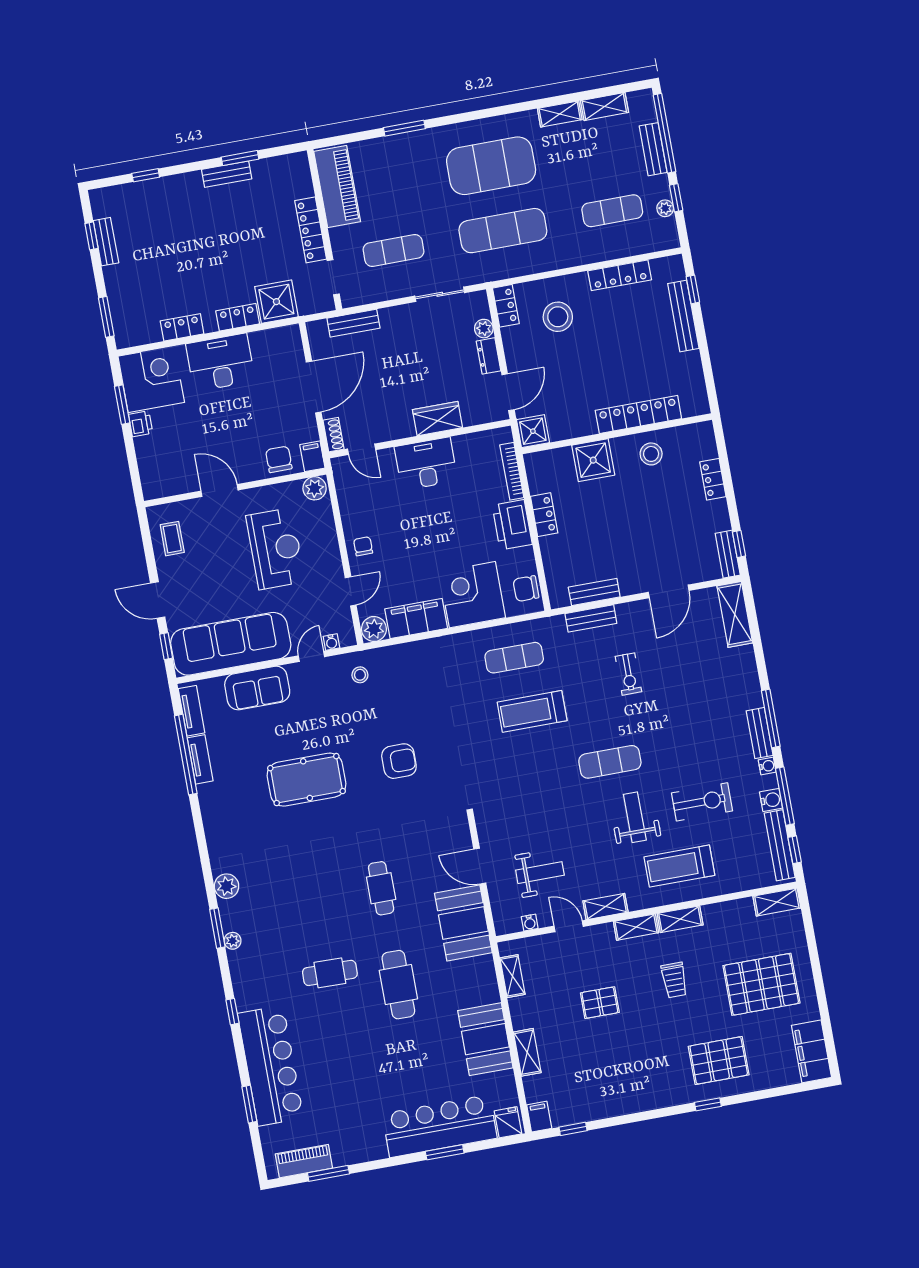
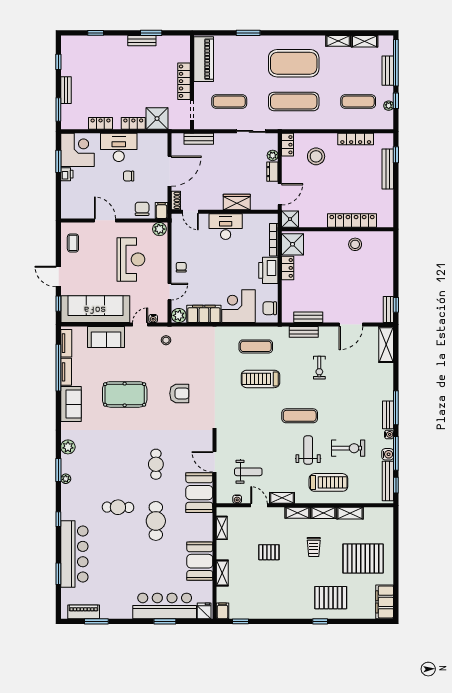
bench: (106, 242) -> (66, 90), moved
chair: (246, 408) -> (129, 176), added
shower: (593, 460) -> (293, 244), moved
locker: (713, 479) -> (388, 265), removed
sofa: (218, 812) -> (71, 404), added
treadmill: (679, 866) -> (328, 482), turned 180
shelving: (777, 902) -> (350, 513), moved

